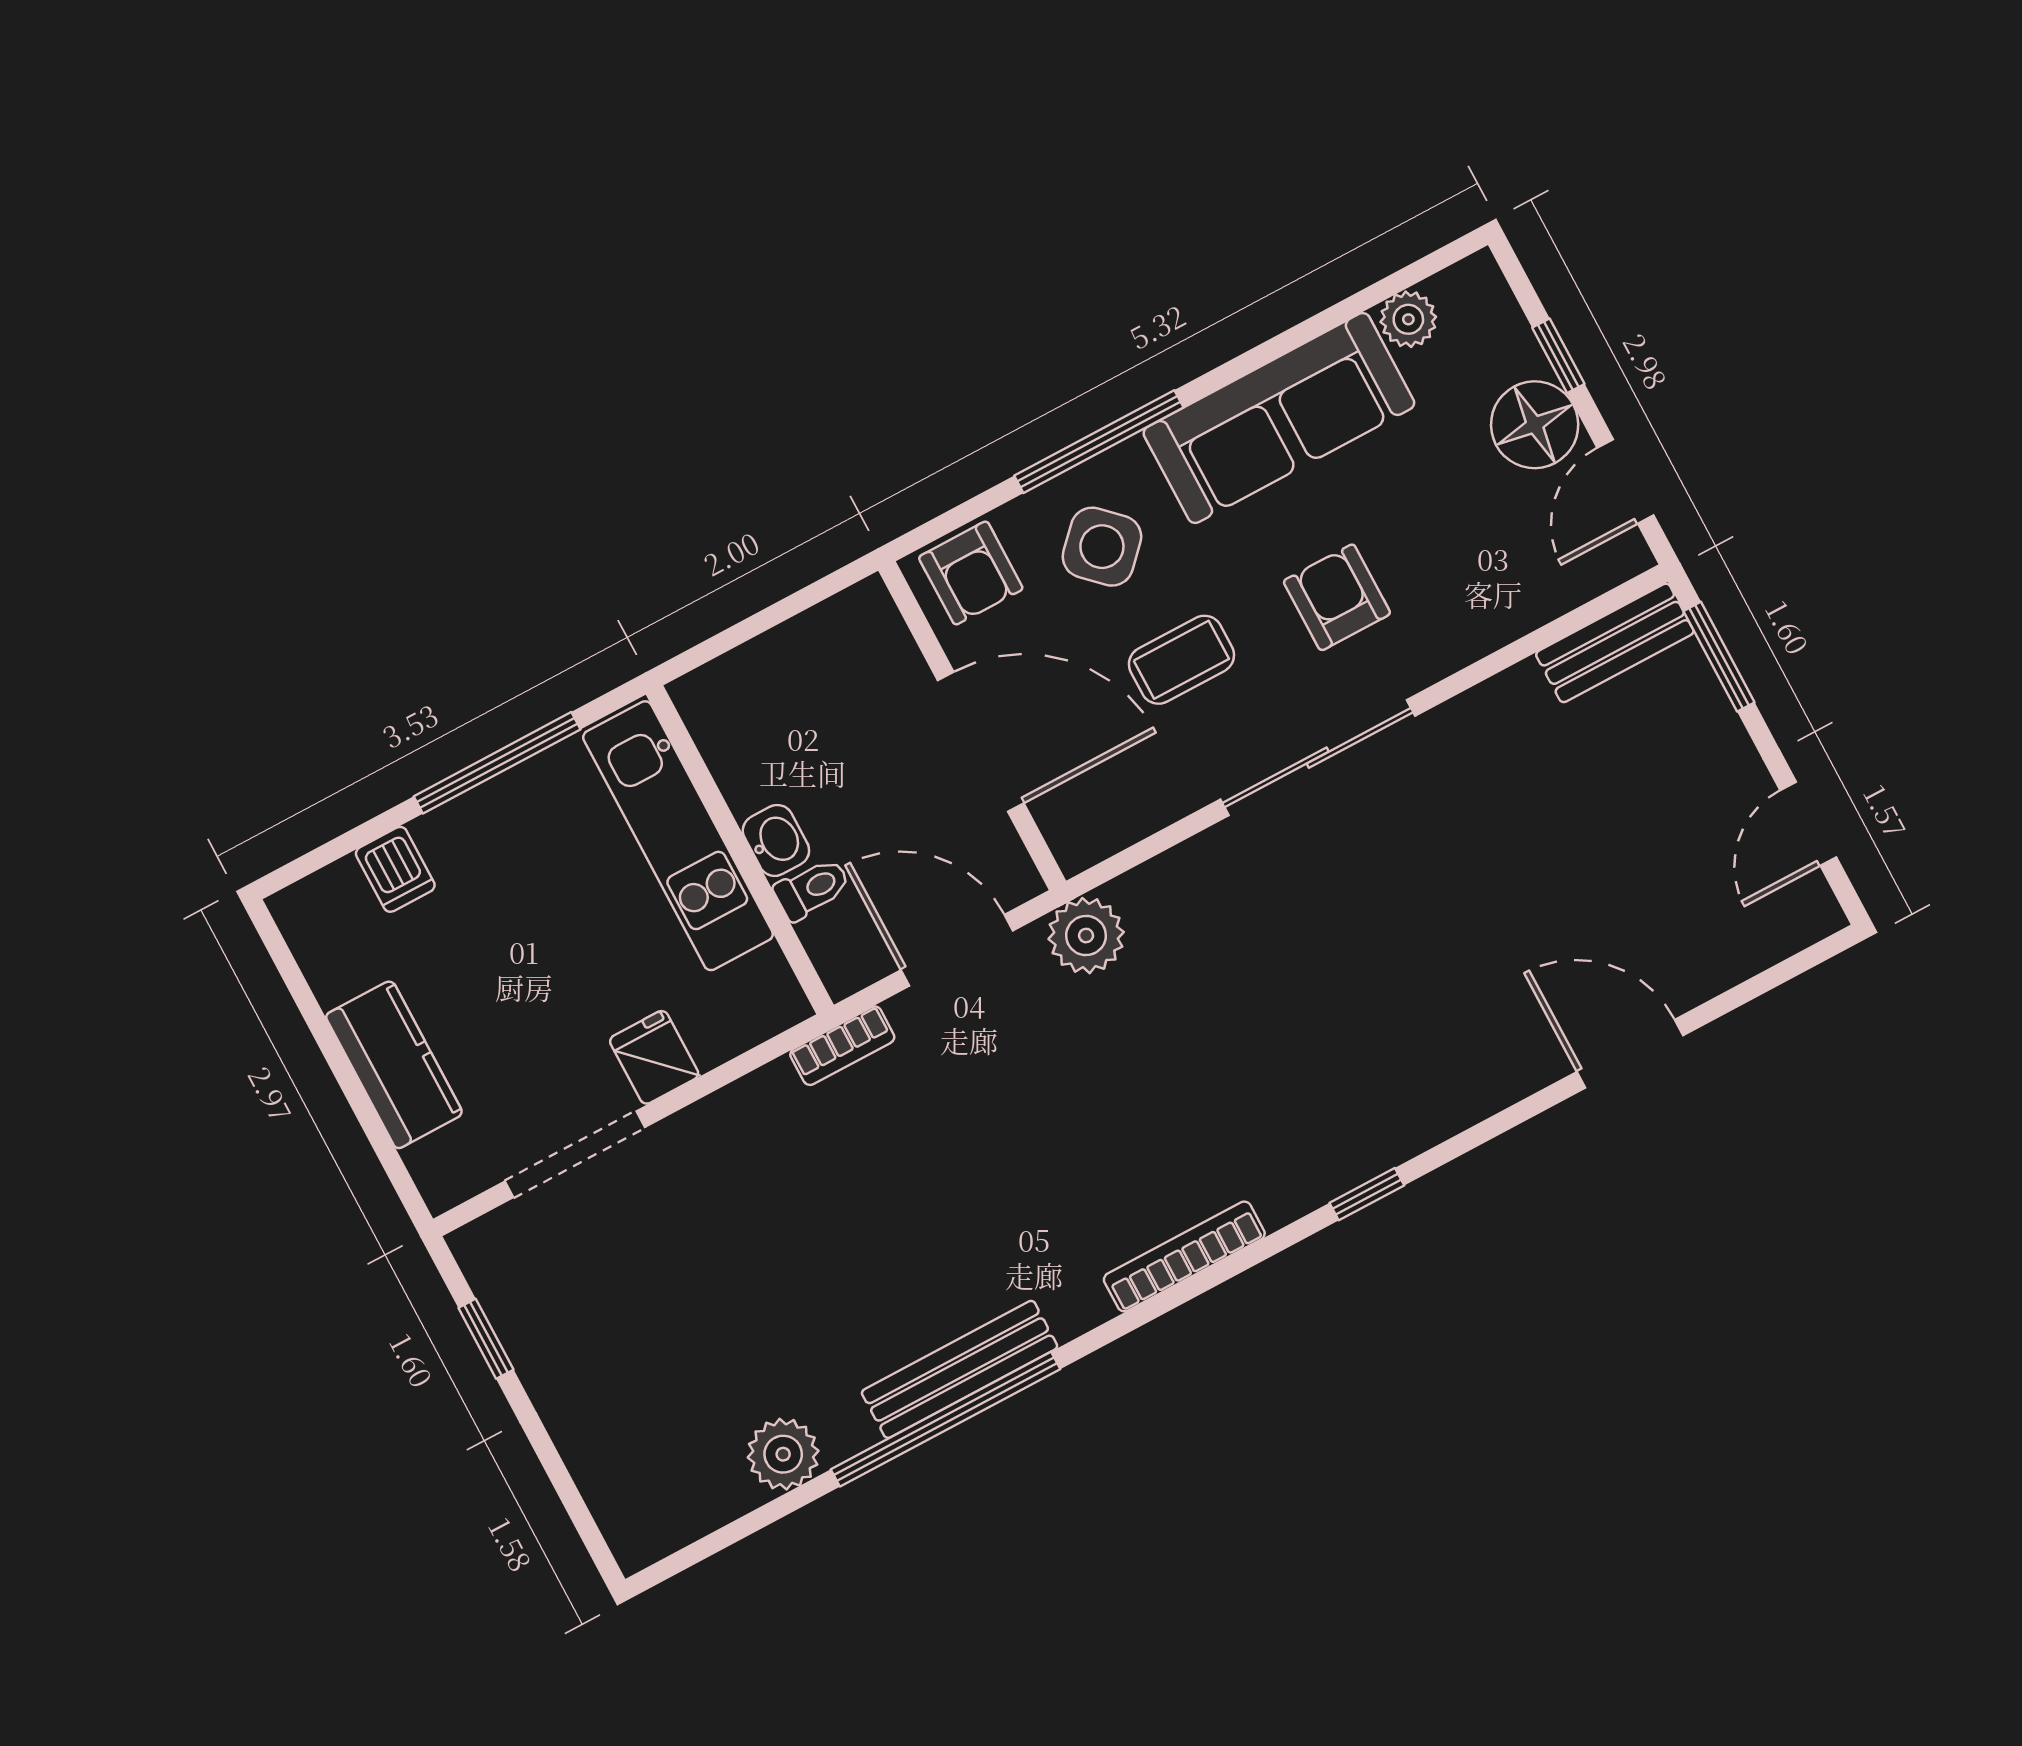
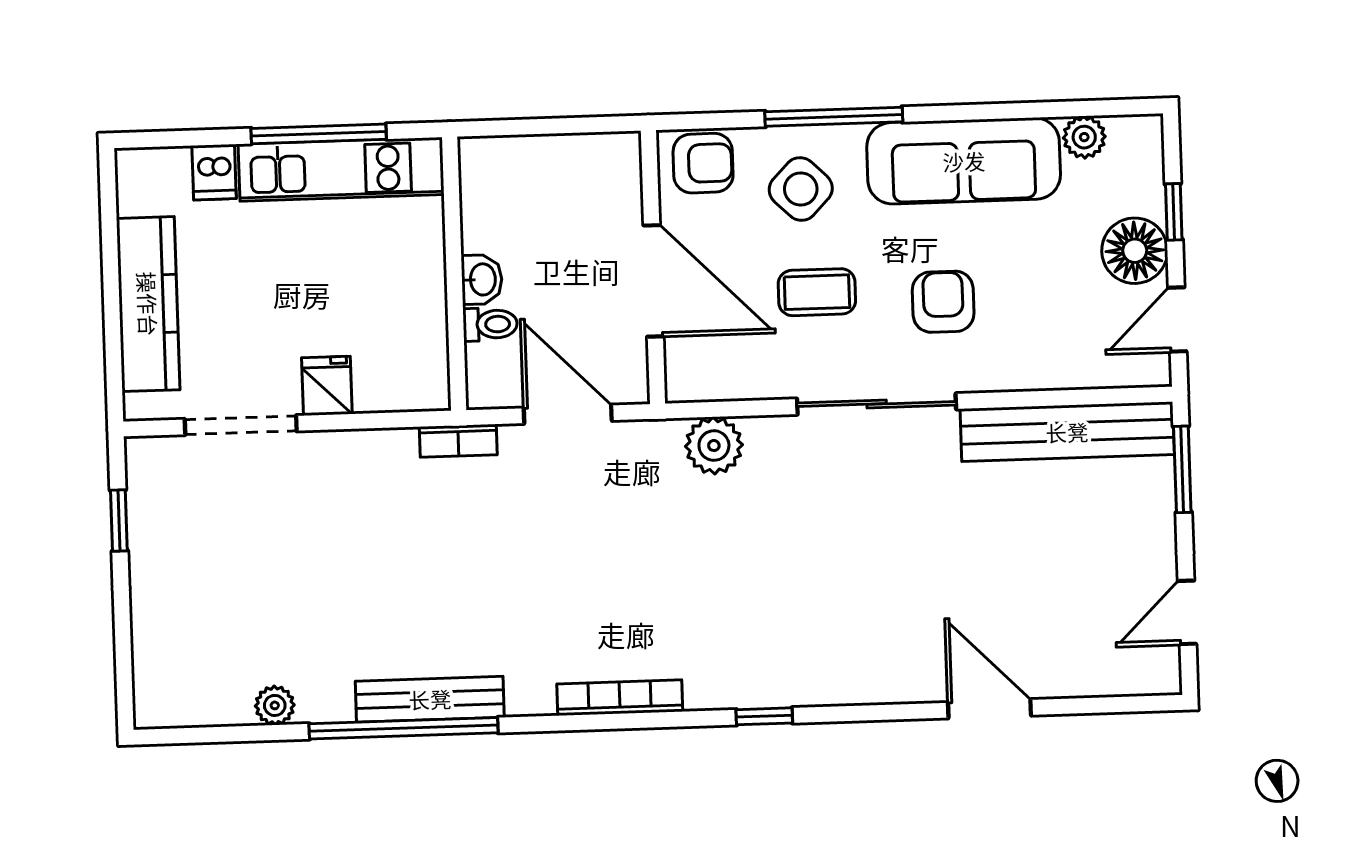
armchair: (971, 573) -> (703, 163), turned -90
bench: (1615, 643) -> (1067, 432), width x1.86, depth x1.21
kitchen unit: (678, 836) -> (341, 169), moved, turned -90
plant: (1086, 936) -> (714, 446), moved
kitchen counter: (394, 1065) -> (148, 304), width x1.50
plant: (783, 1454) -> (275, 705), width x0.73, depth x0.73

